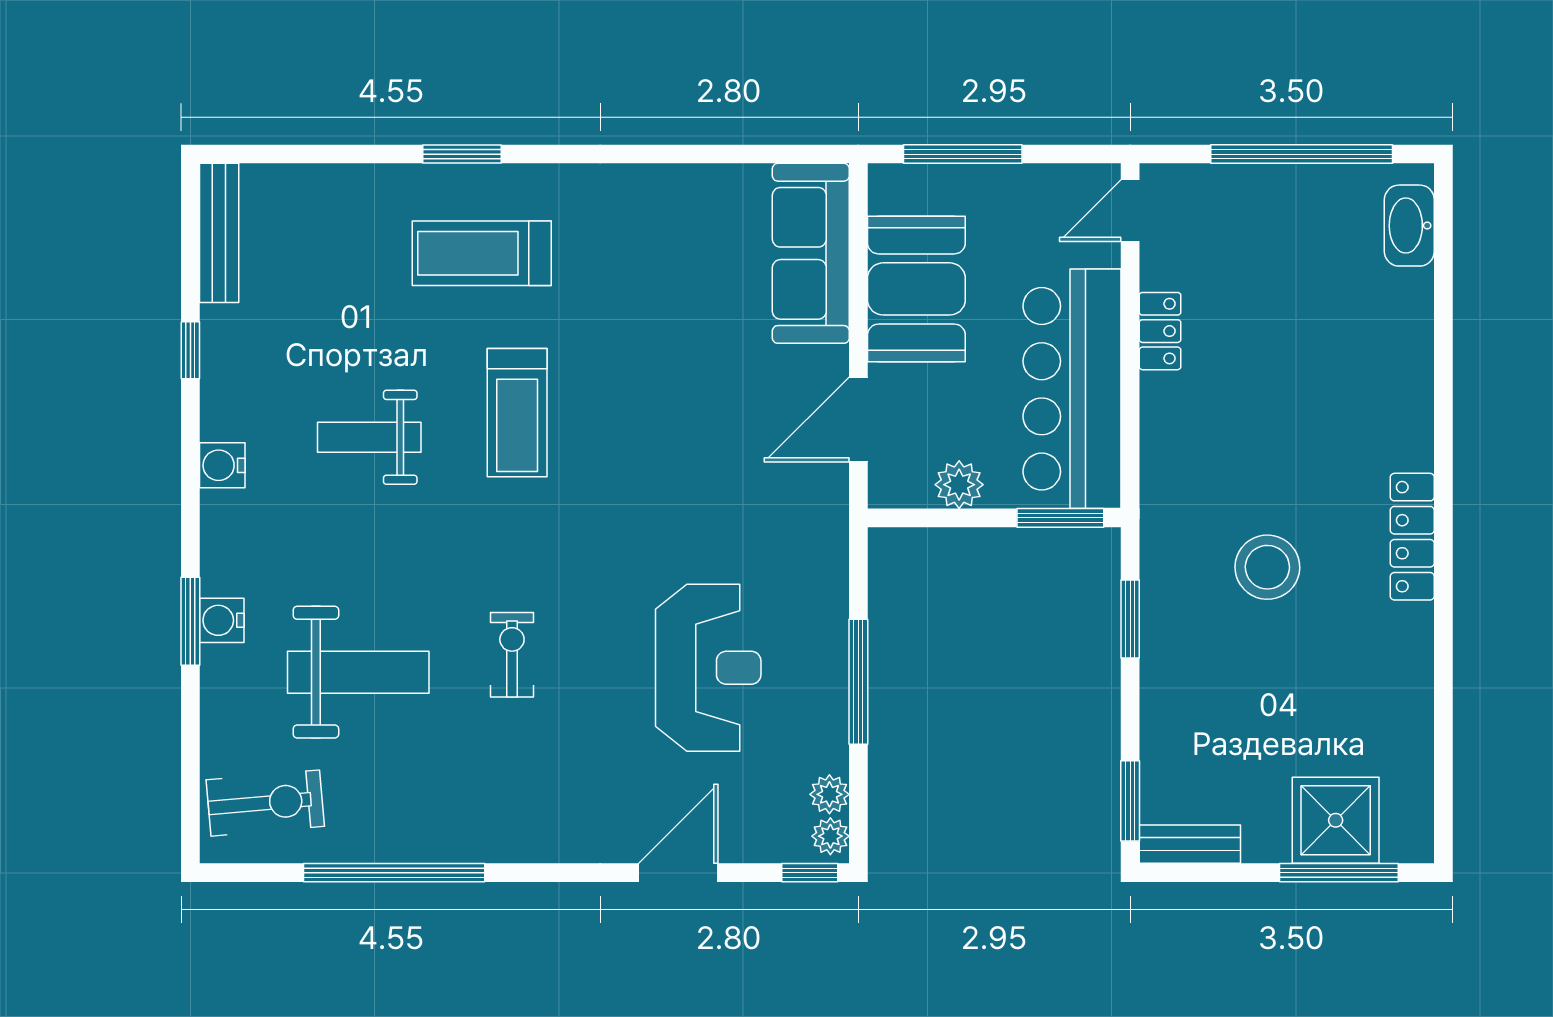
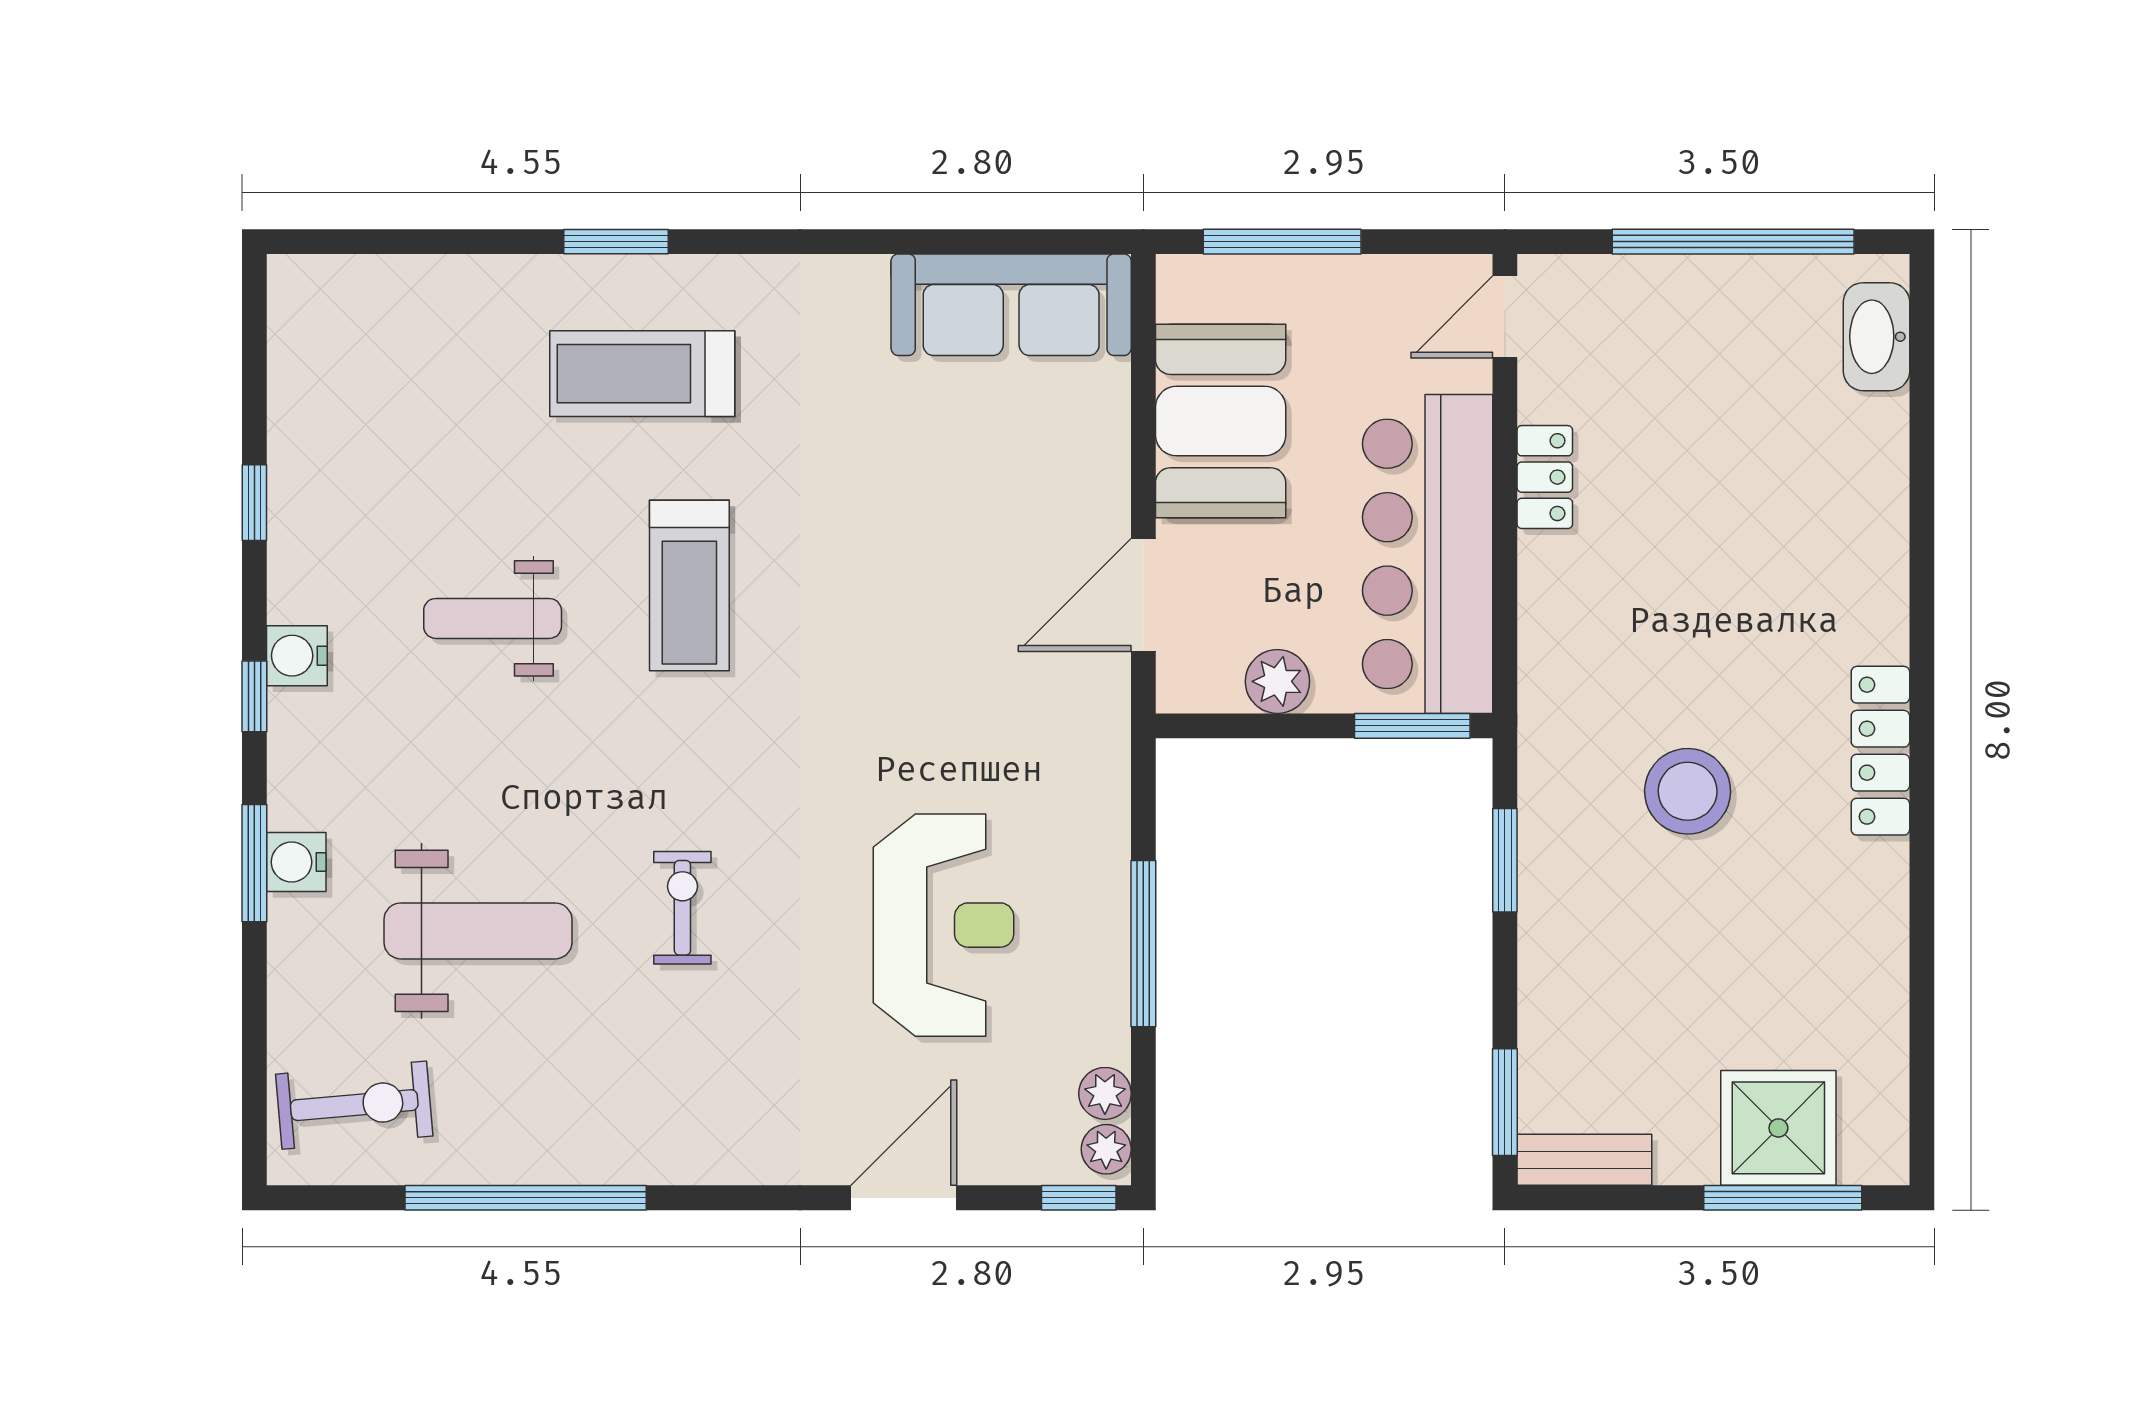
bench: (219, 233) -> (293, 347), removed
sofa: (811, 253) -> (1011, 305), moved, turned -90
window: (190, 496) -> (254, 696), added

